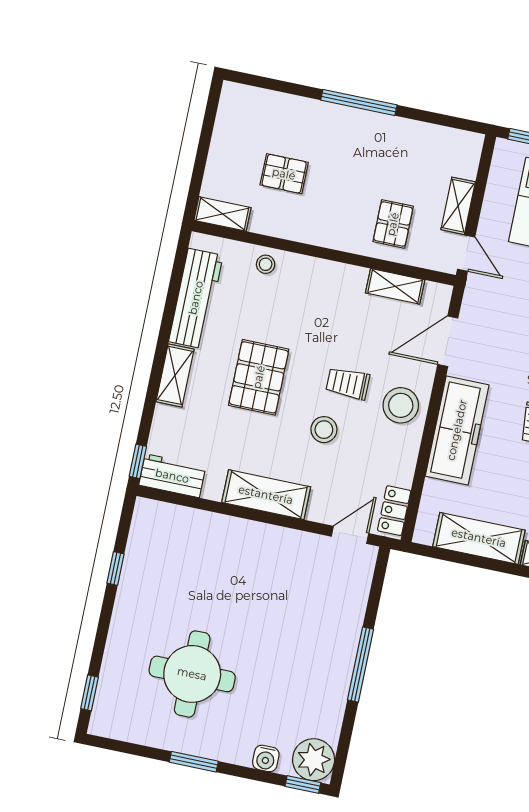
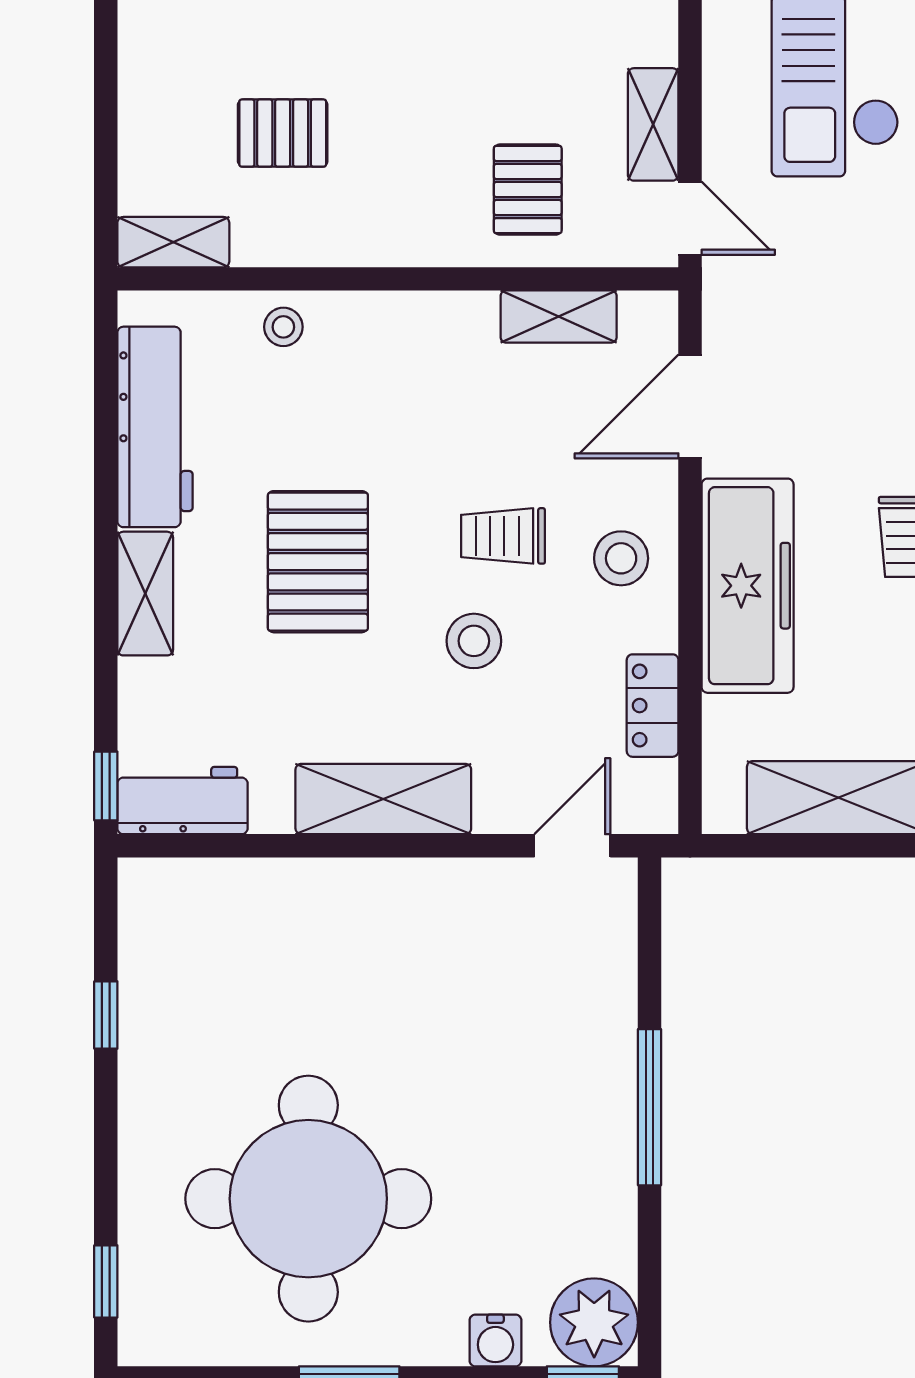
stool: (401, 405) -> (621, 558), width x0.73, depth x0.73
locker: (394, 511) -> (653, 706), moved
round table: (192, 674) -> (308, 1199), width x1.36, depth x1.36

